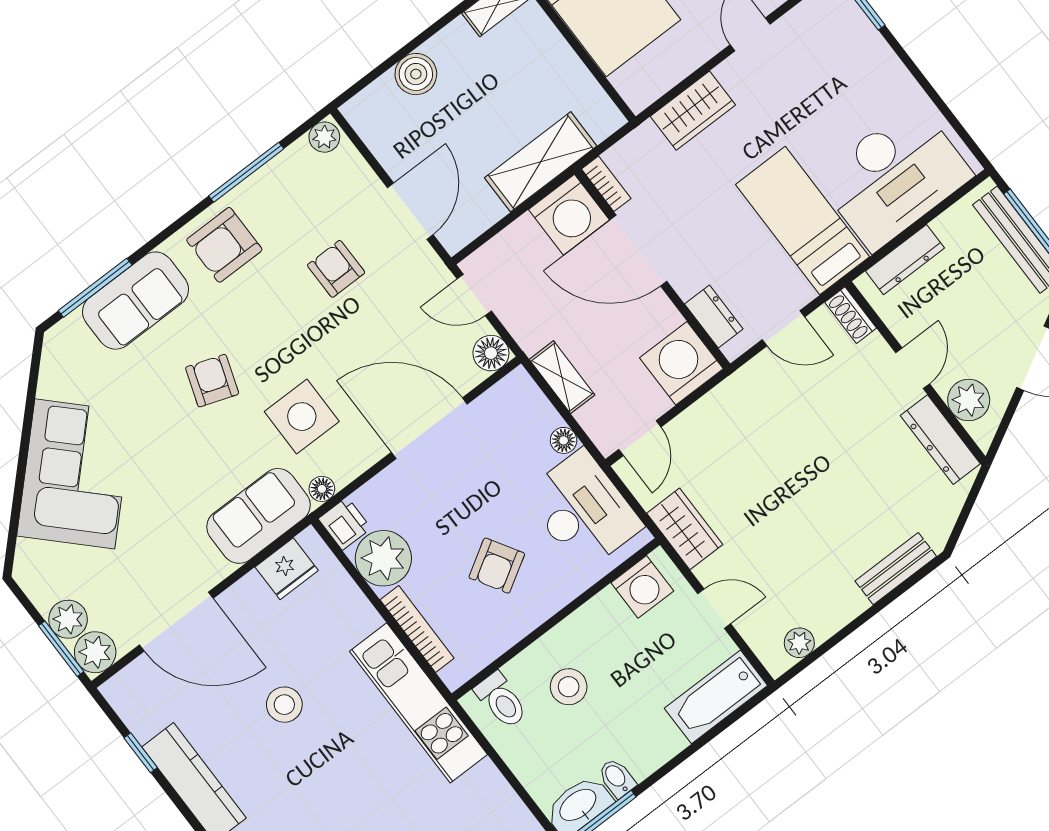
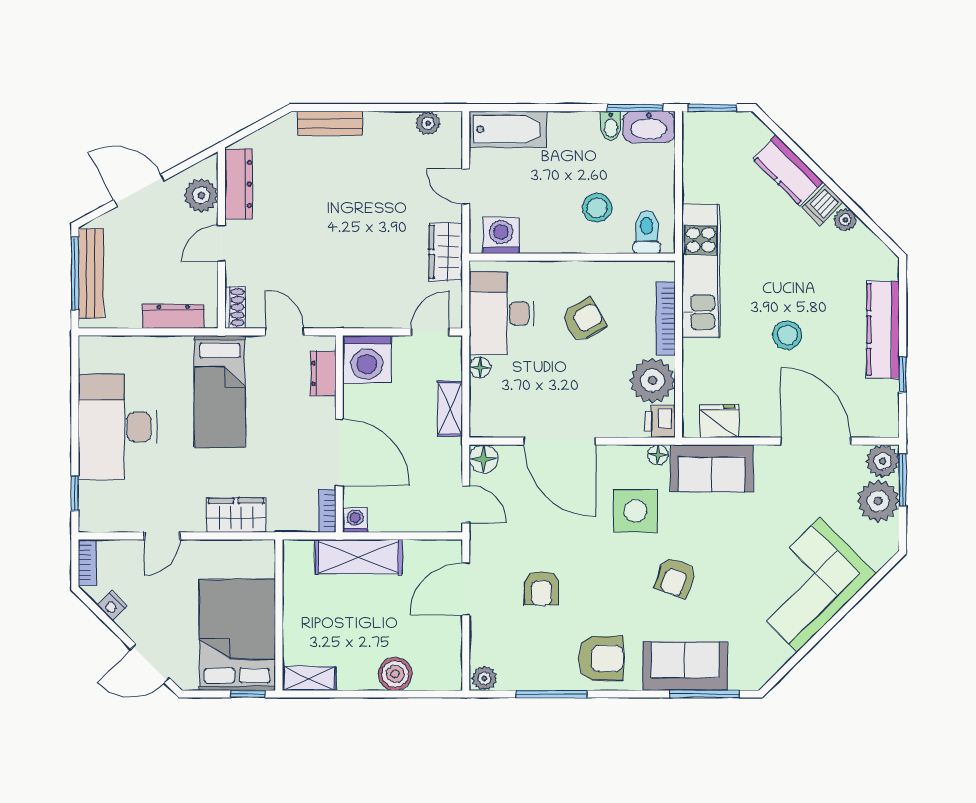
desk: (894, 177) -> (118, 427), moved, turned -90
washing machine: (569, 215) -> (355, 520), width x0.53, depth x0.53
plant: (68, 619) -> (878, 501), width x1.36, depth x1.36

